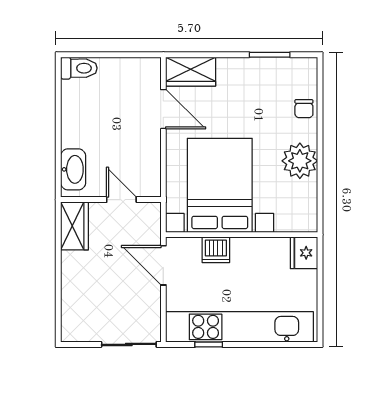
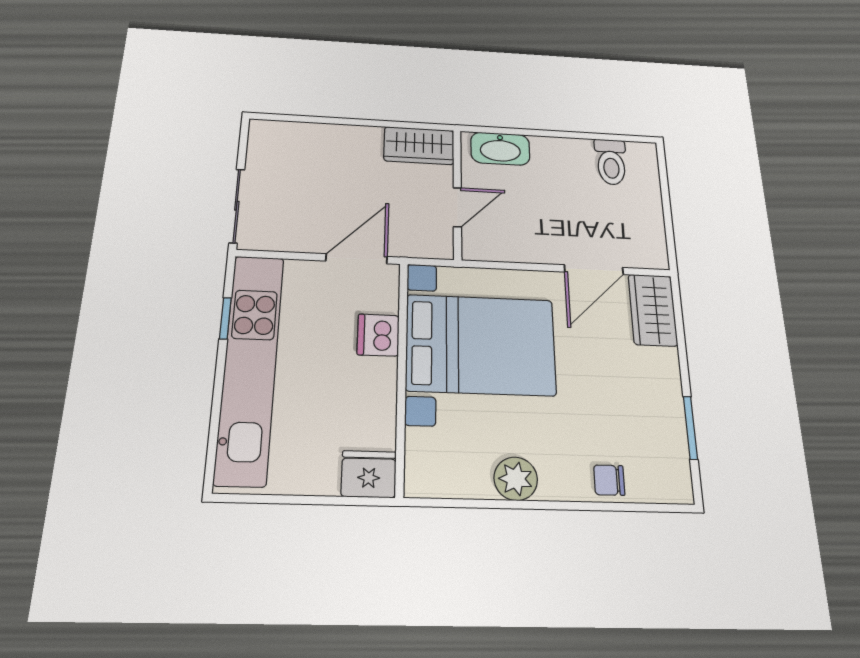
toilet: (79, 68) -> (611, 162), moved
plant: (300, 161) -> (516, 479), width x0.73, depth x0.73

